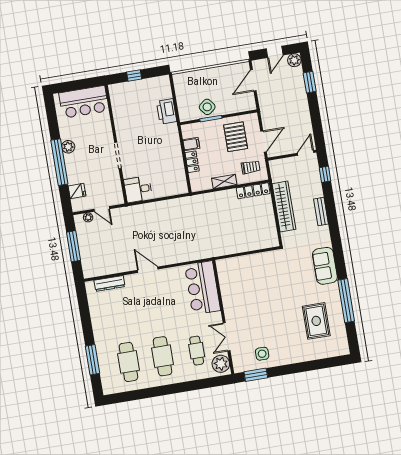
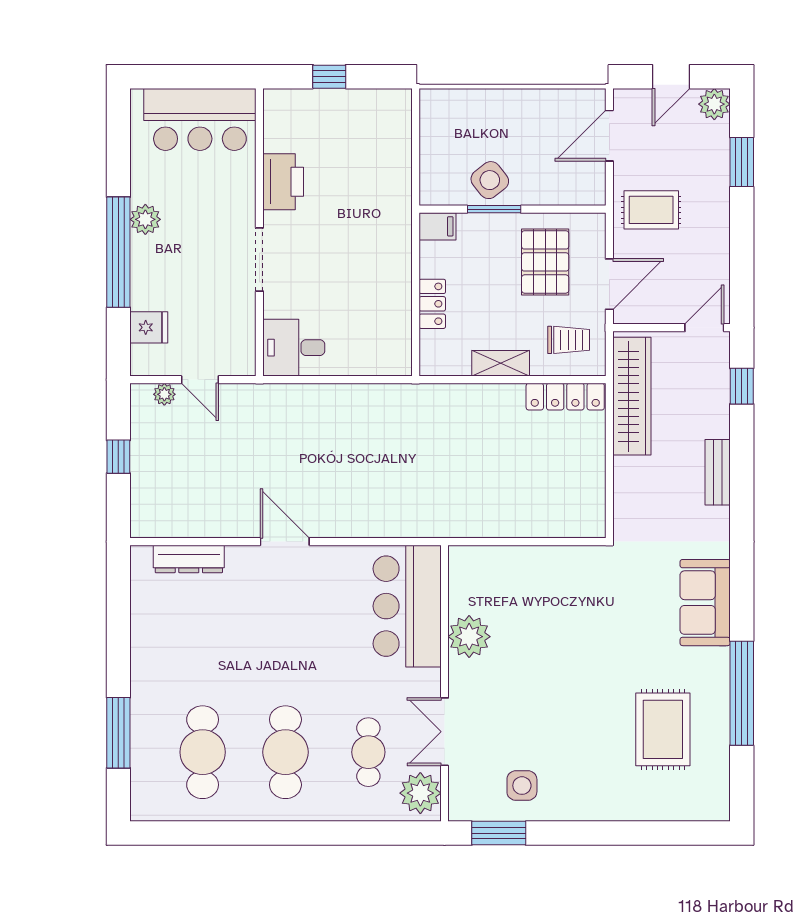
rug: (276, 108) -> (651, 210), added
printer: (167, 111) -> (283, 182), moved, turned 180
filing cabinet: (191, 144) -> (437, 226), moved
wardrobe: (284, 206) -> (632, 396), moved
window: (73, 246) -> (118, 457), width x0.46
plant: (230, 296) -> (469, 637), added

